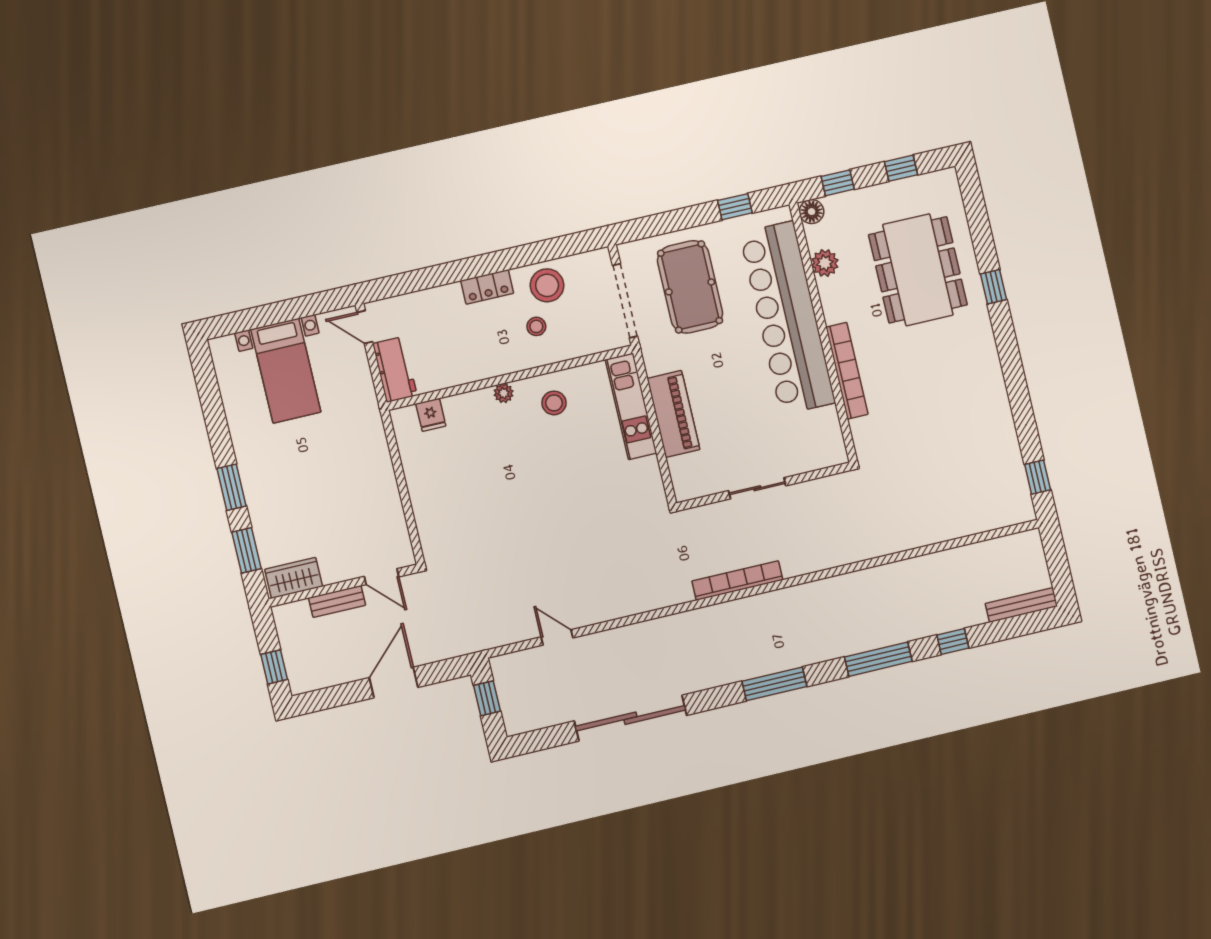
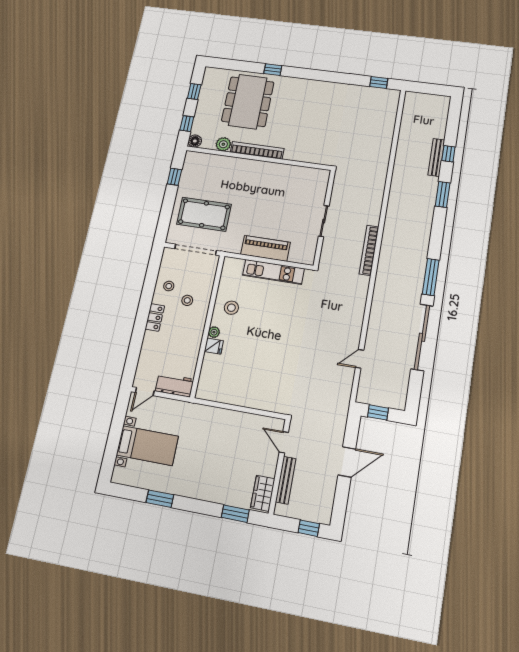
dining table: (918, 270) -> (248, 102), turned 90
stool: (547, 285) -> (169, 286), width x0.53, depth x0.53
bar counter: (787, 318) -> (242, 173), removed
bookcase: (847, 371) -> (257, 150), moved
kitchen unit: (631, 406) -> (273, 272), moved
fridge: (431, 415) -> (214, 346), moved
window: (231, 487) -> (160, 499), moved
door: (382, 577) -> (284, 442), swing flipped
bench: (337, 601) -> (286, 480), width x1.36
bench: (1021, 605) -> (436, 157), moved
window: (878, 659) -> (443, 194), width x0.69
door: (394, 683) -> (347, 462), swing flipped
window: (774, 684) -> (431, 277), moved

